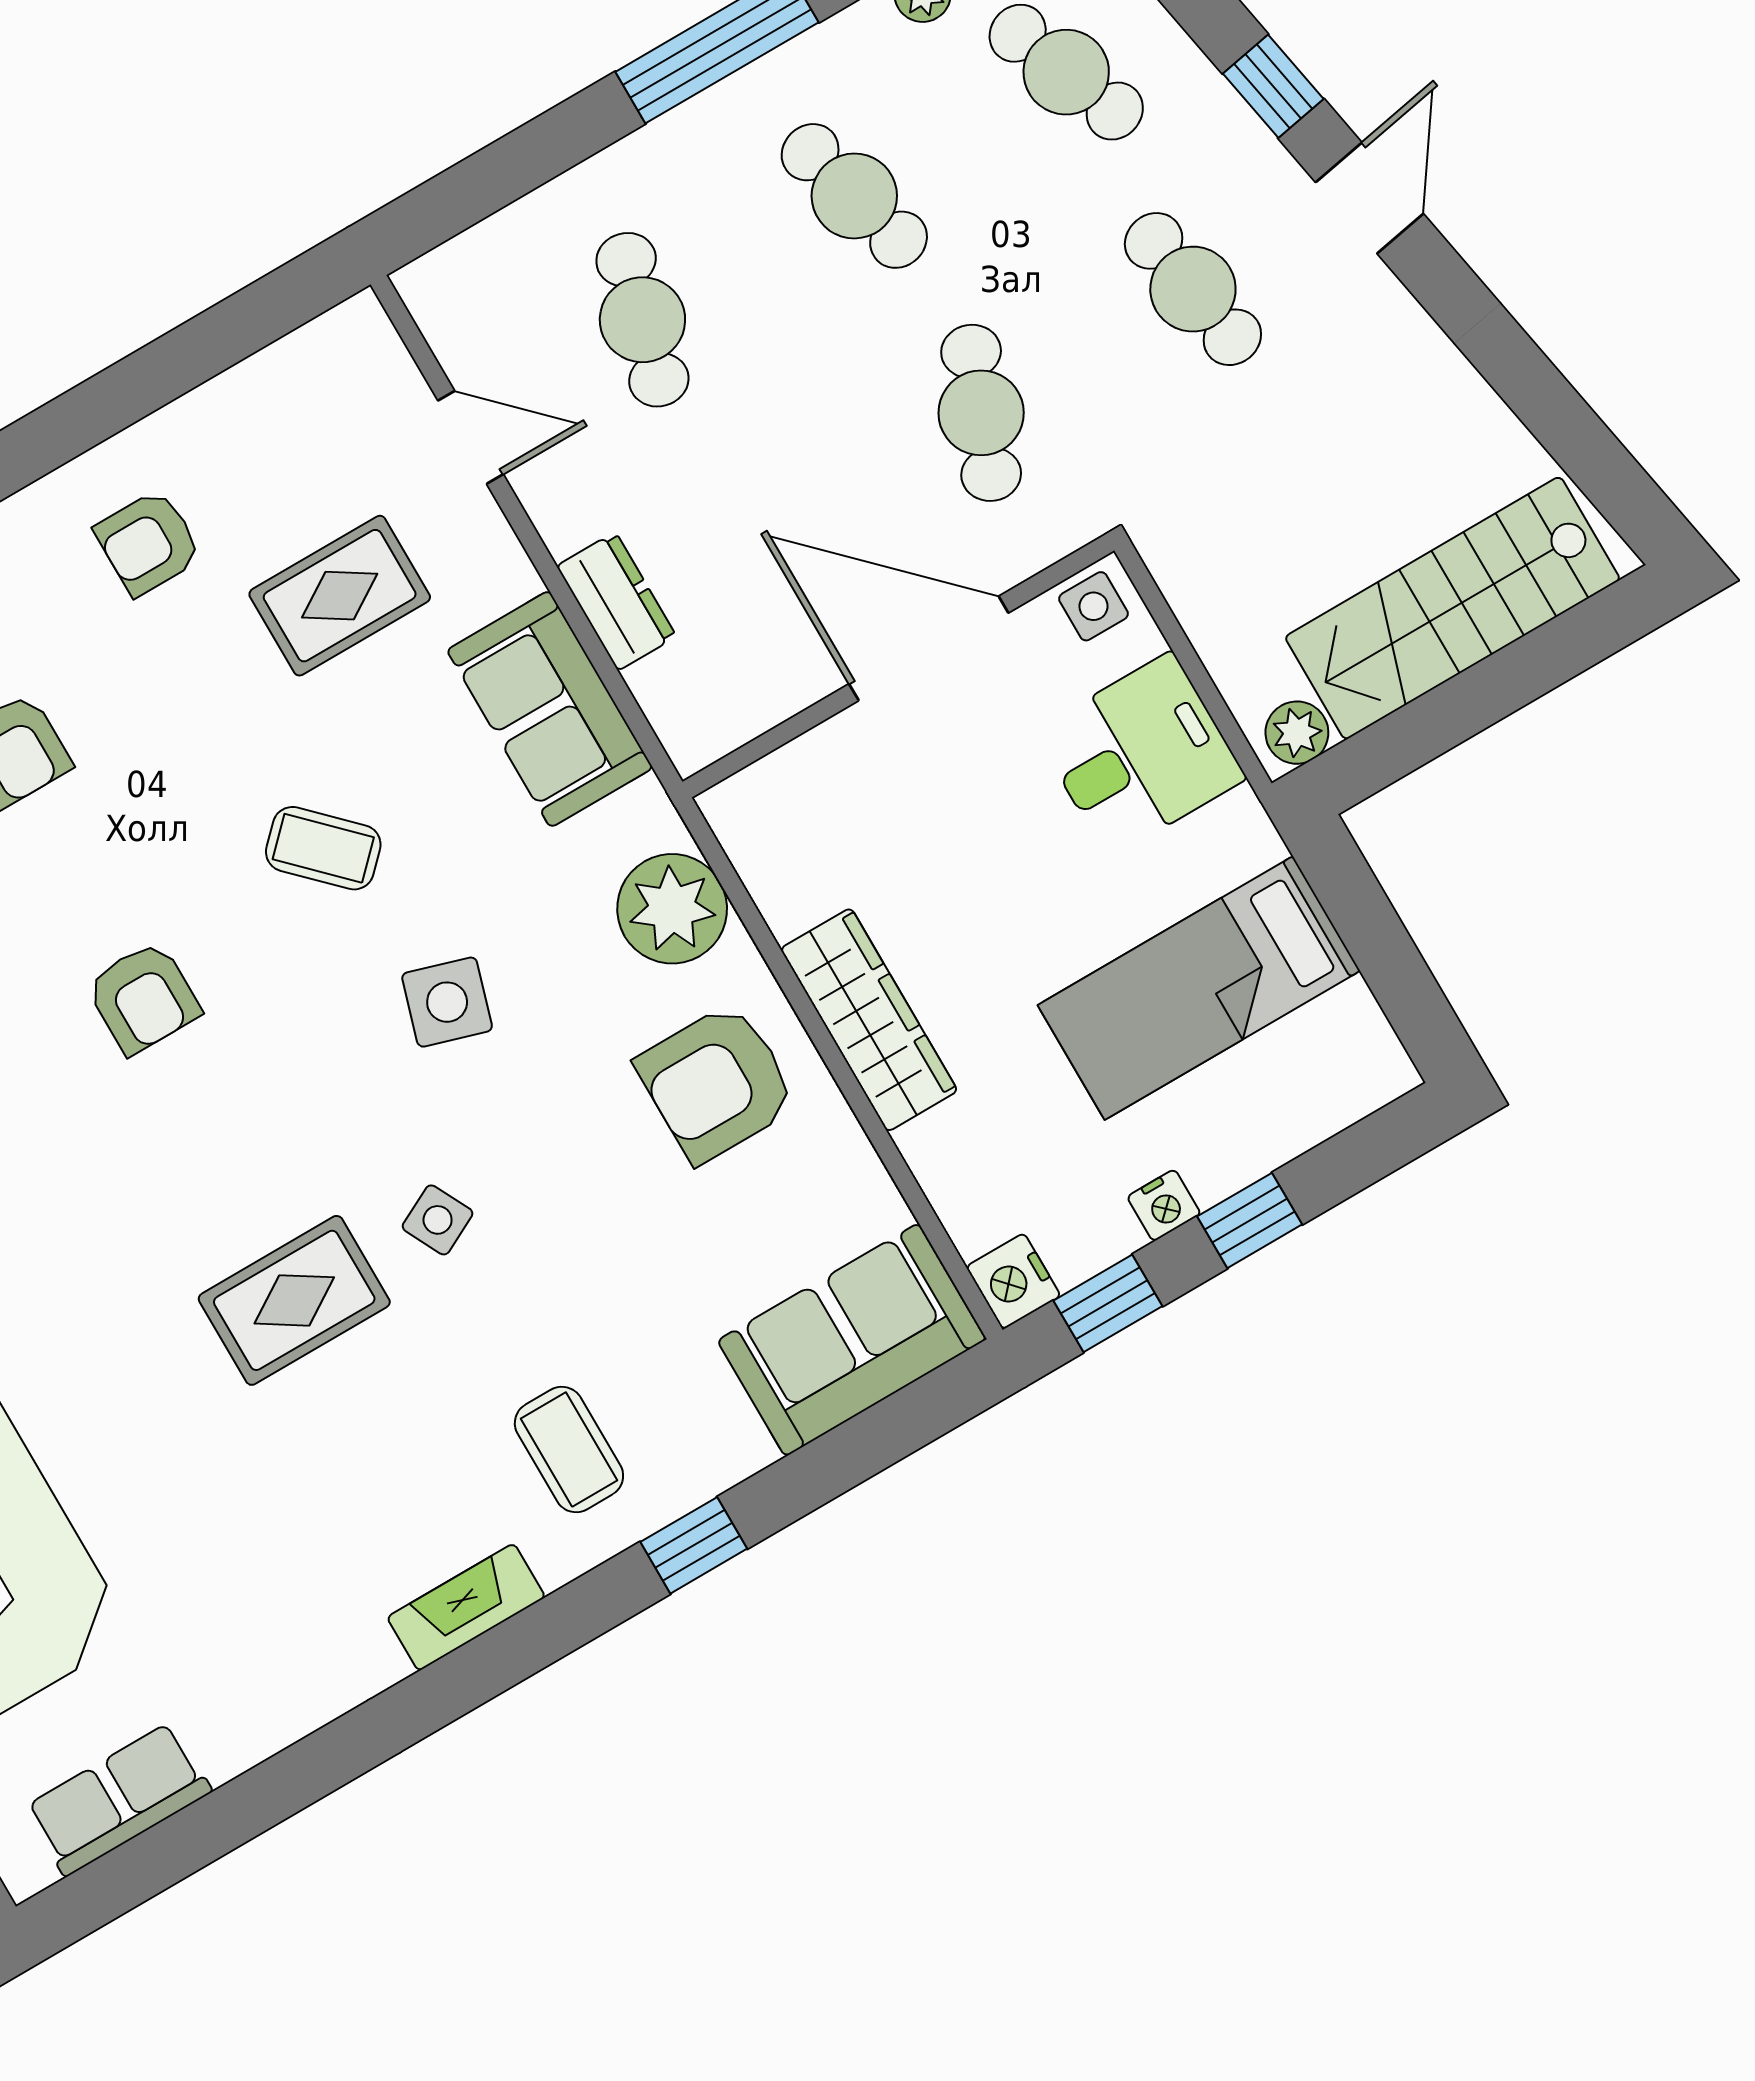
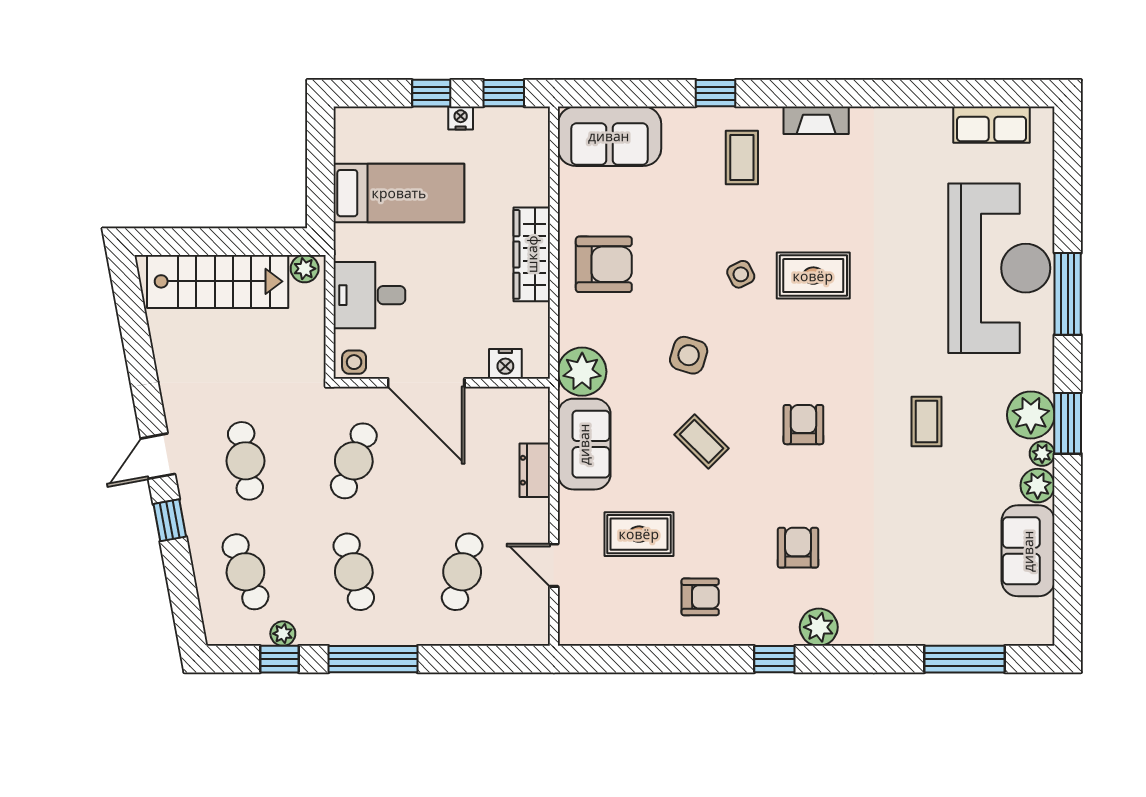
plant: (672, 909) -> (582, 372), moved
nightstand: (1013, 1281) -> (505, 364), moved, turned 90

